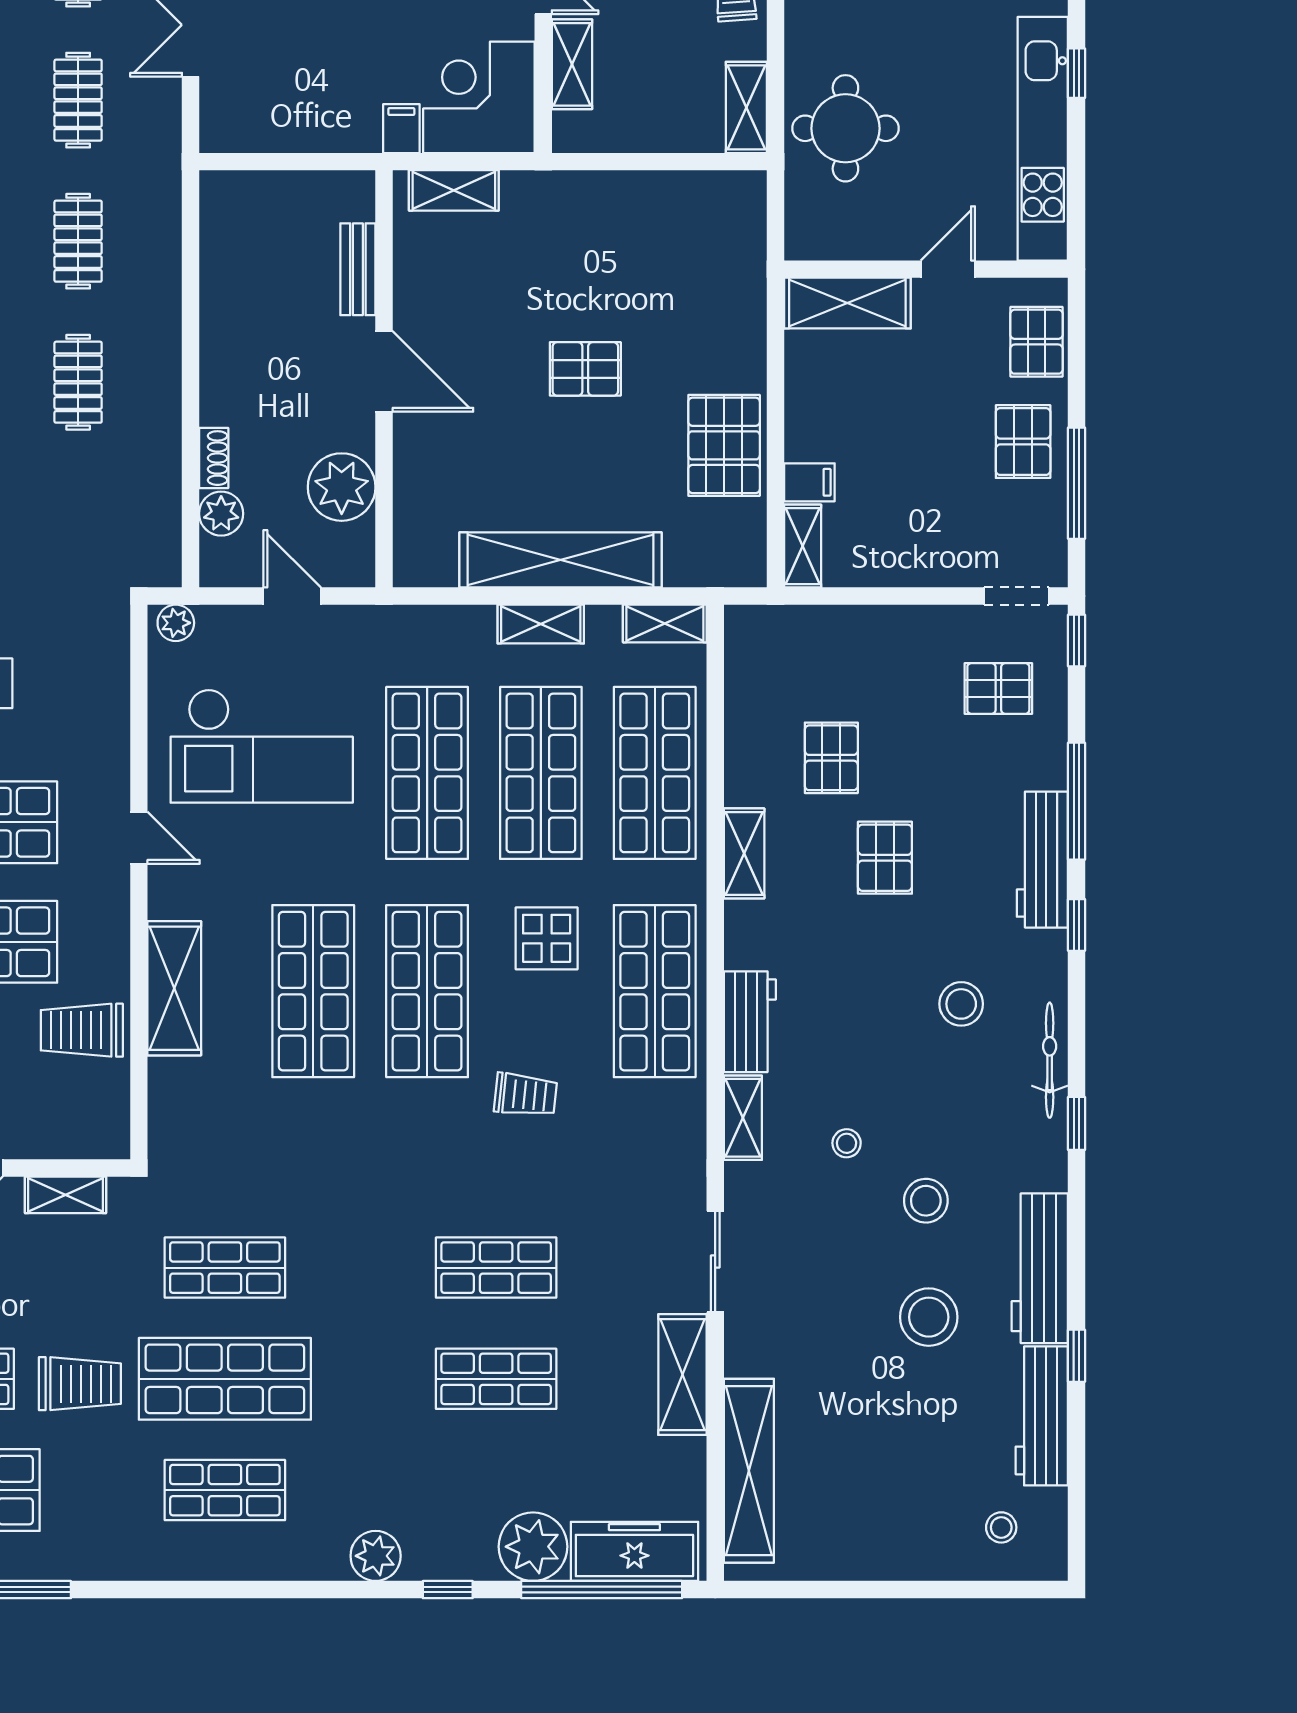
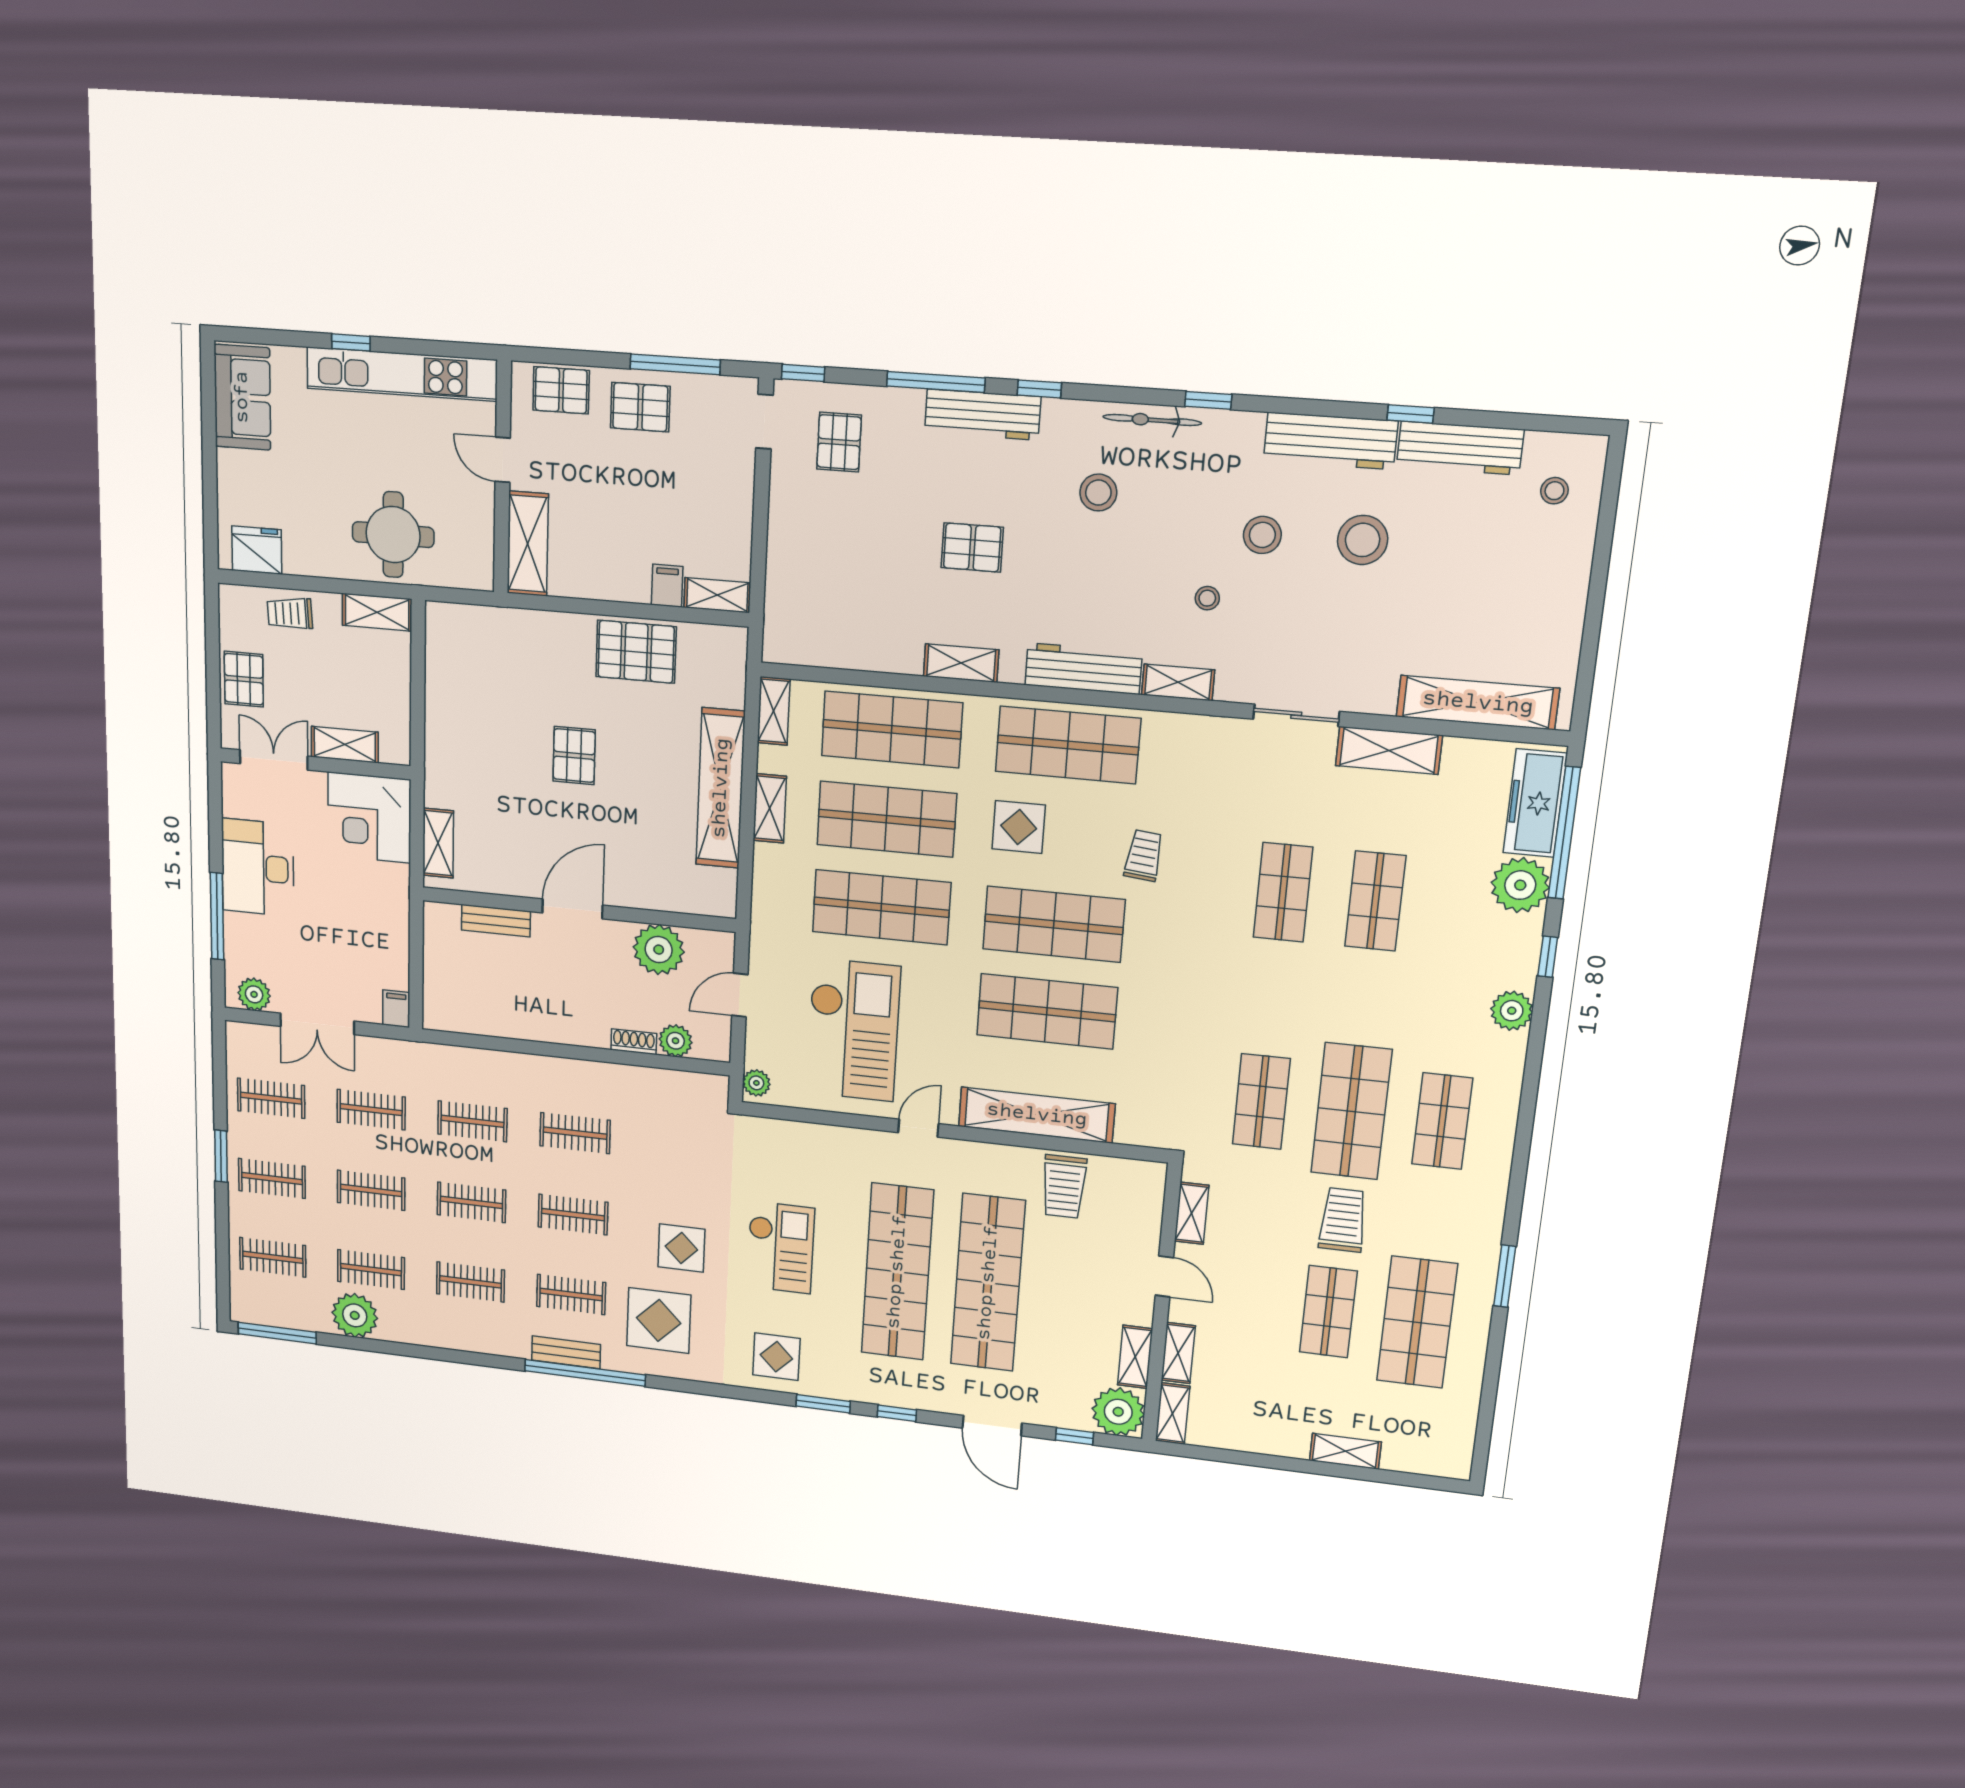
filing cabinet: (401, 129) -> (396, 1009), moved, turned 90
pallet: (831, 758) -> (888, 585), removed
shelving: (174, 988) -> (1037, 1115), width x1.47
workbench: (750, 1022) -> (1083, 669), width x1.38

